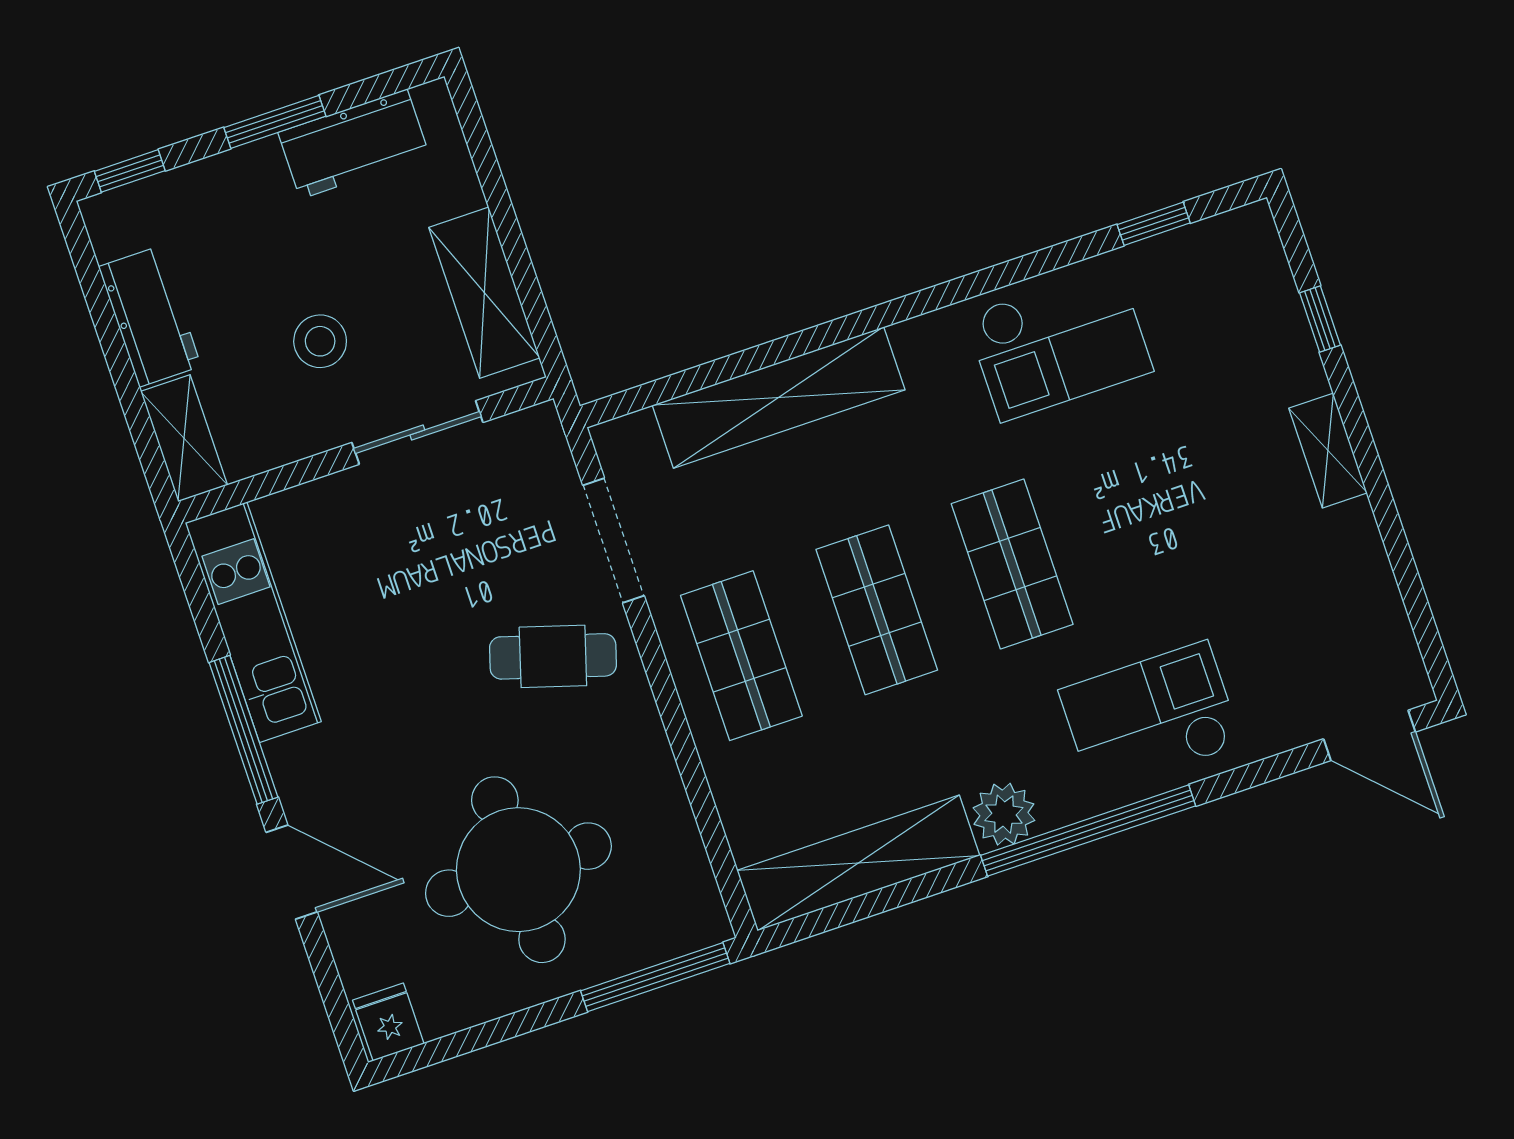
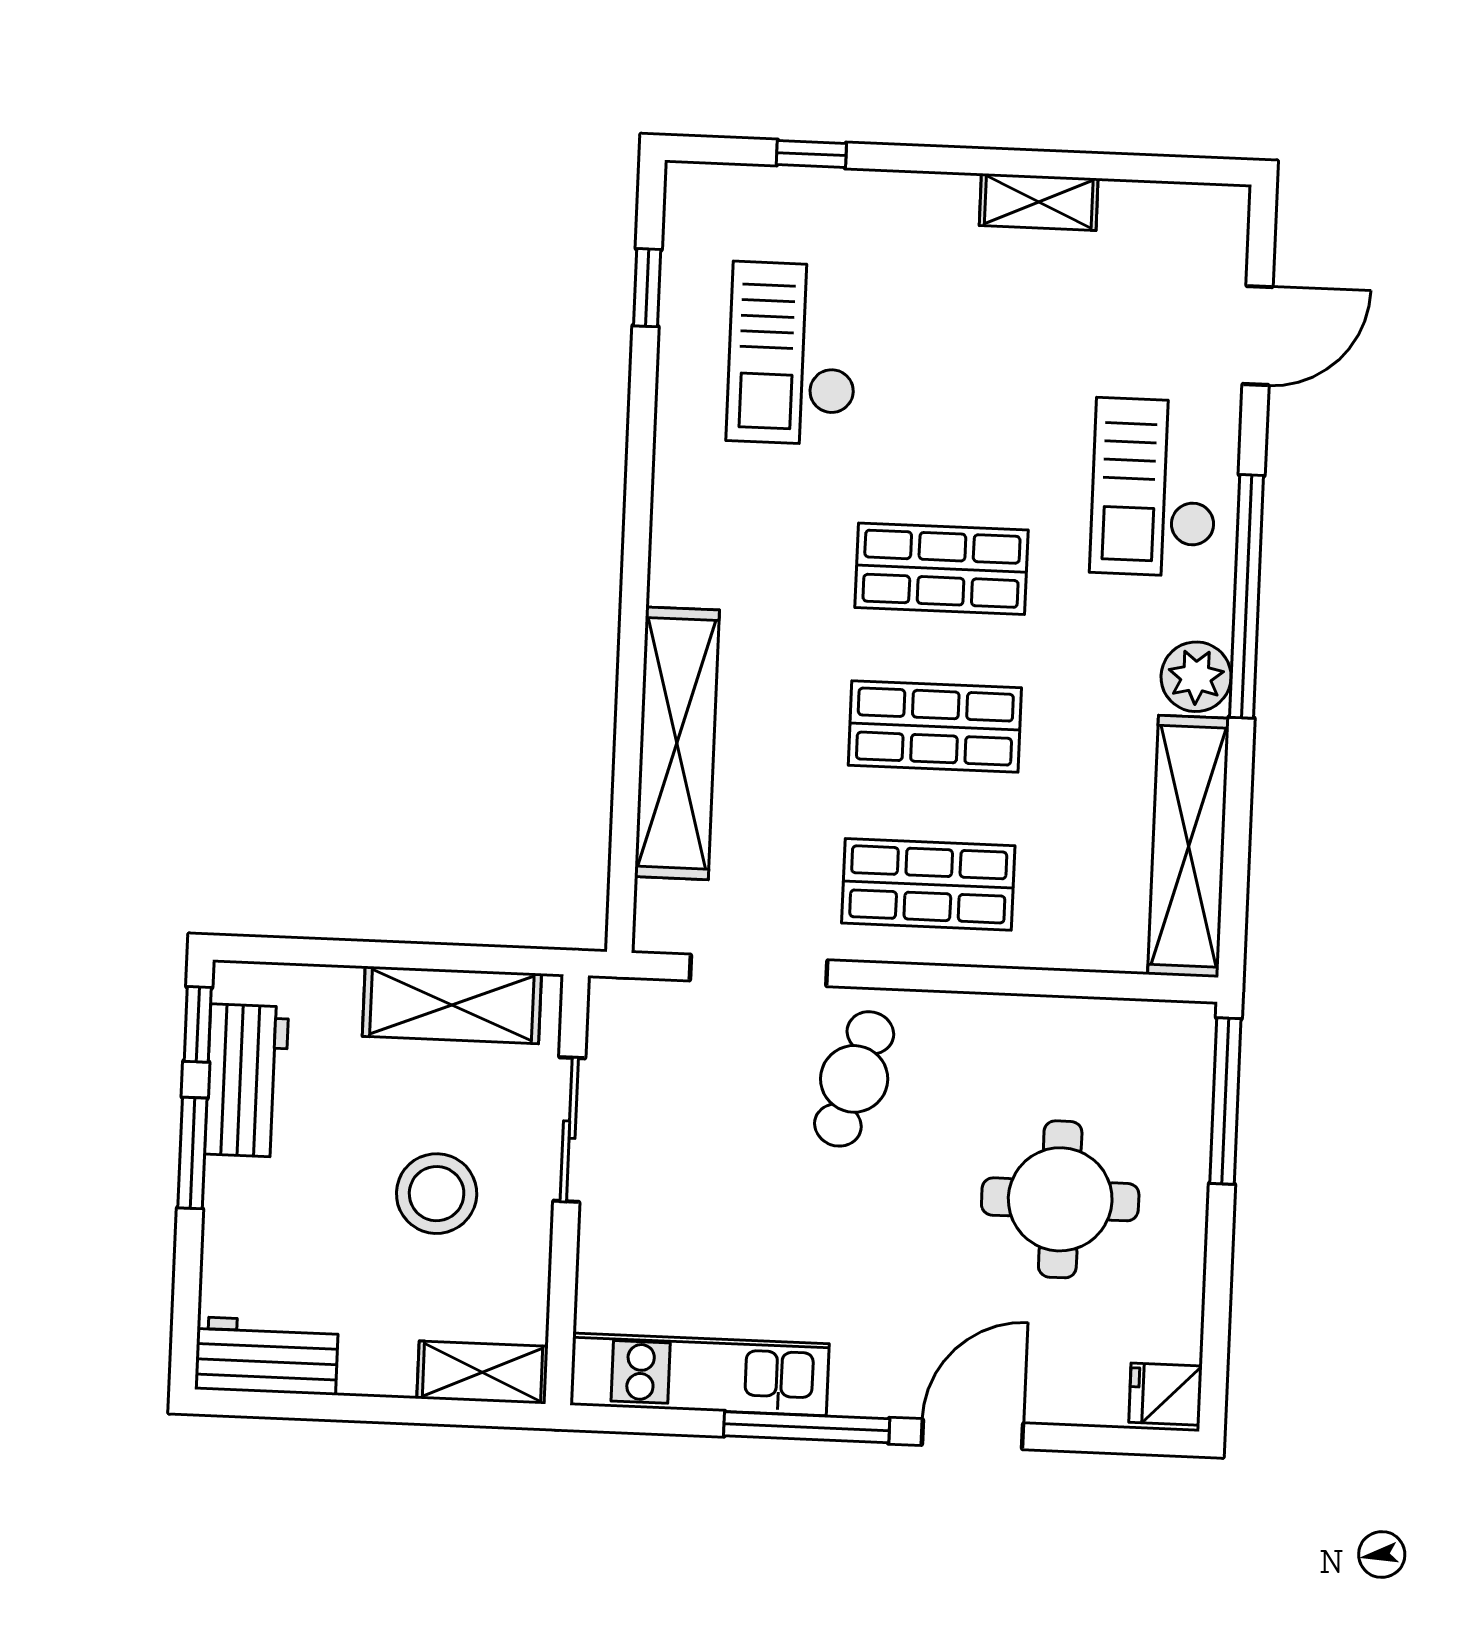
window: (130, 171) -> (198, 1024), moved
workbench: (150, 316) -> (266, 1356), moved
stool: (320, 341) -> (437, 1194), width x1.38, depth x1.38
checkout: (1059, 343) -> (793, 353), moved, turned 180
shelving: (1328, 451) -> (1039, 202), moved
door: (1369, 735) -> (1257, 335), moved
round table: (518, 870) -> (1060, 1199), width x0.73, depth x0.73

